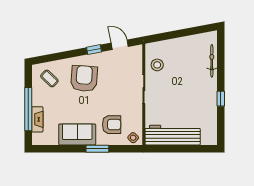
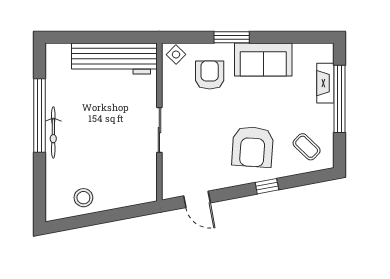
window: (94, 50) -> (267, 186), moved
bicycle: (212, 61) -> (53, 132), moved
stool: (157, 65) -> (83, 198), moved
window: (221, 99) -> (39, 115), width x3.17
armchair: (112, 125) -> (210, 75), turned 90

